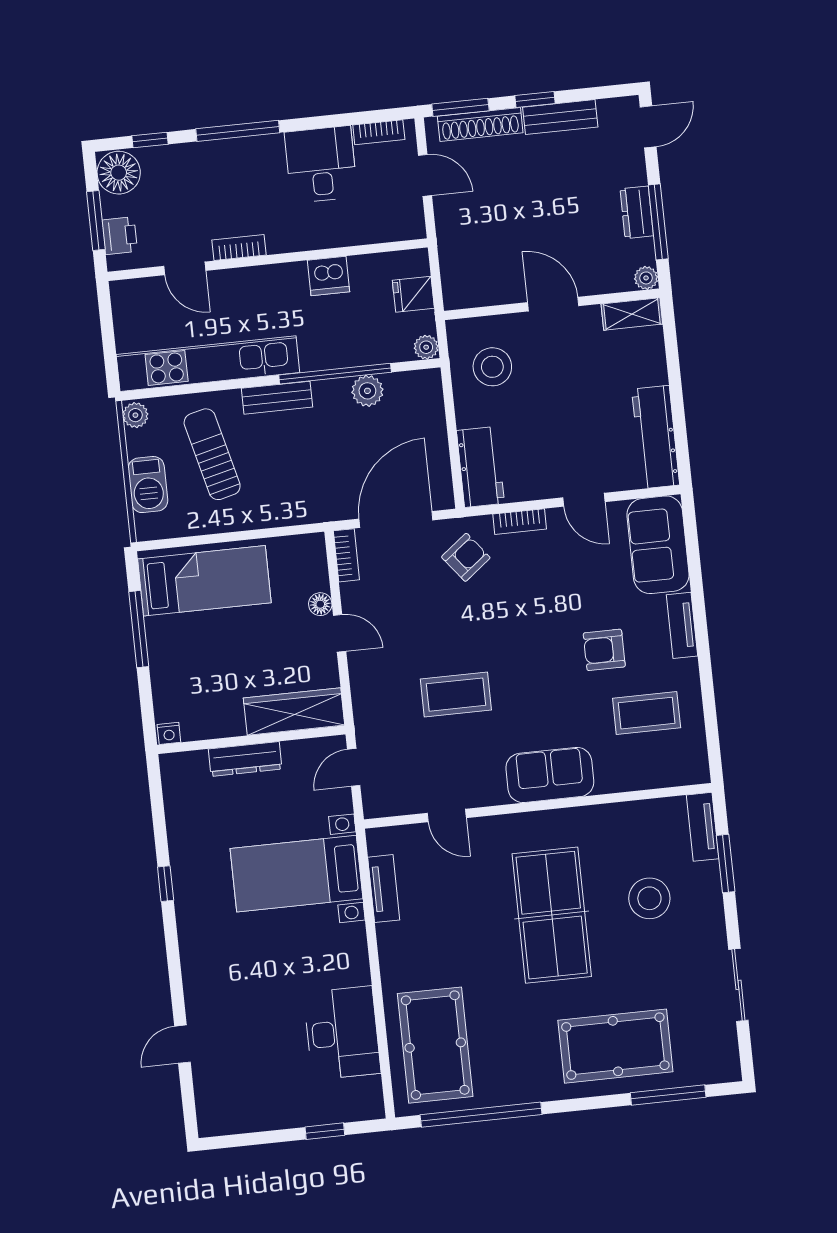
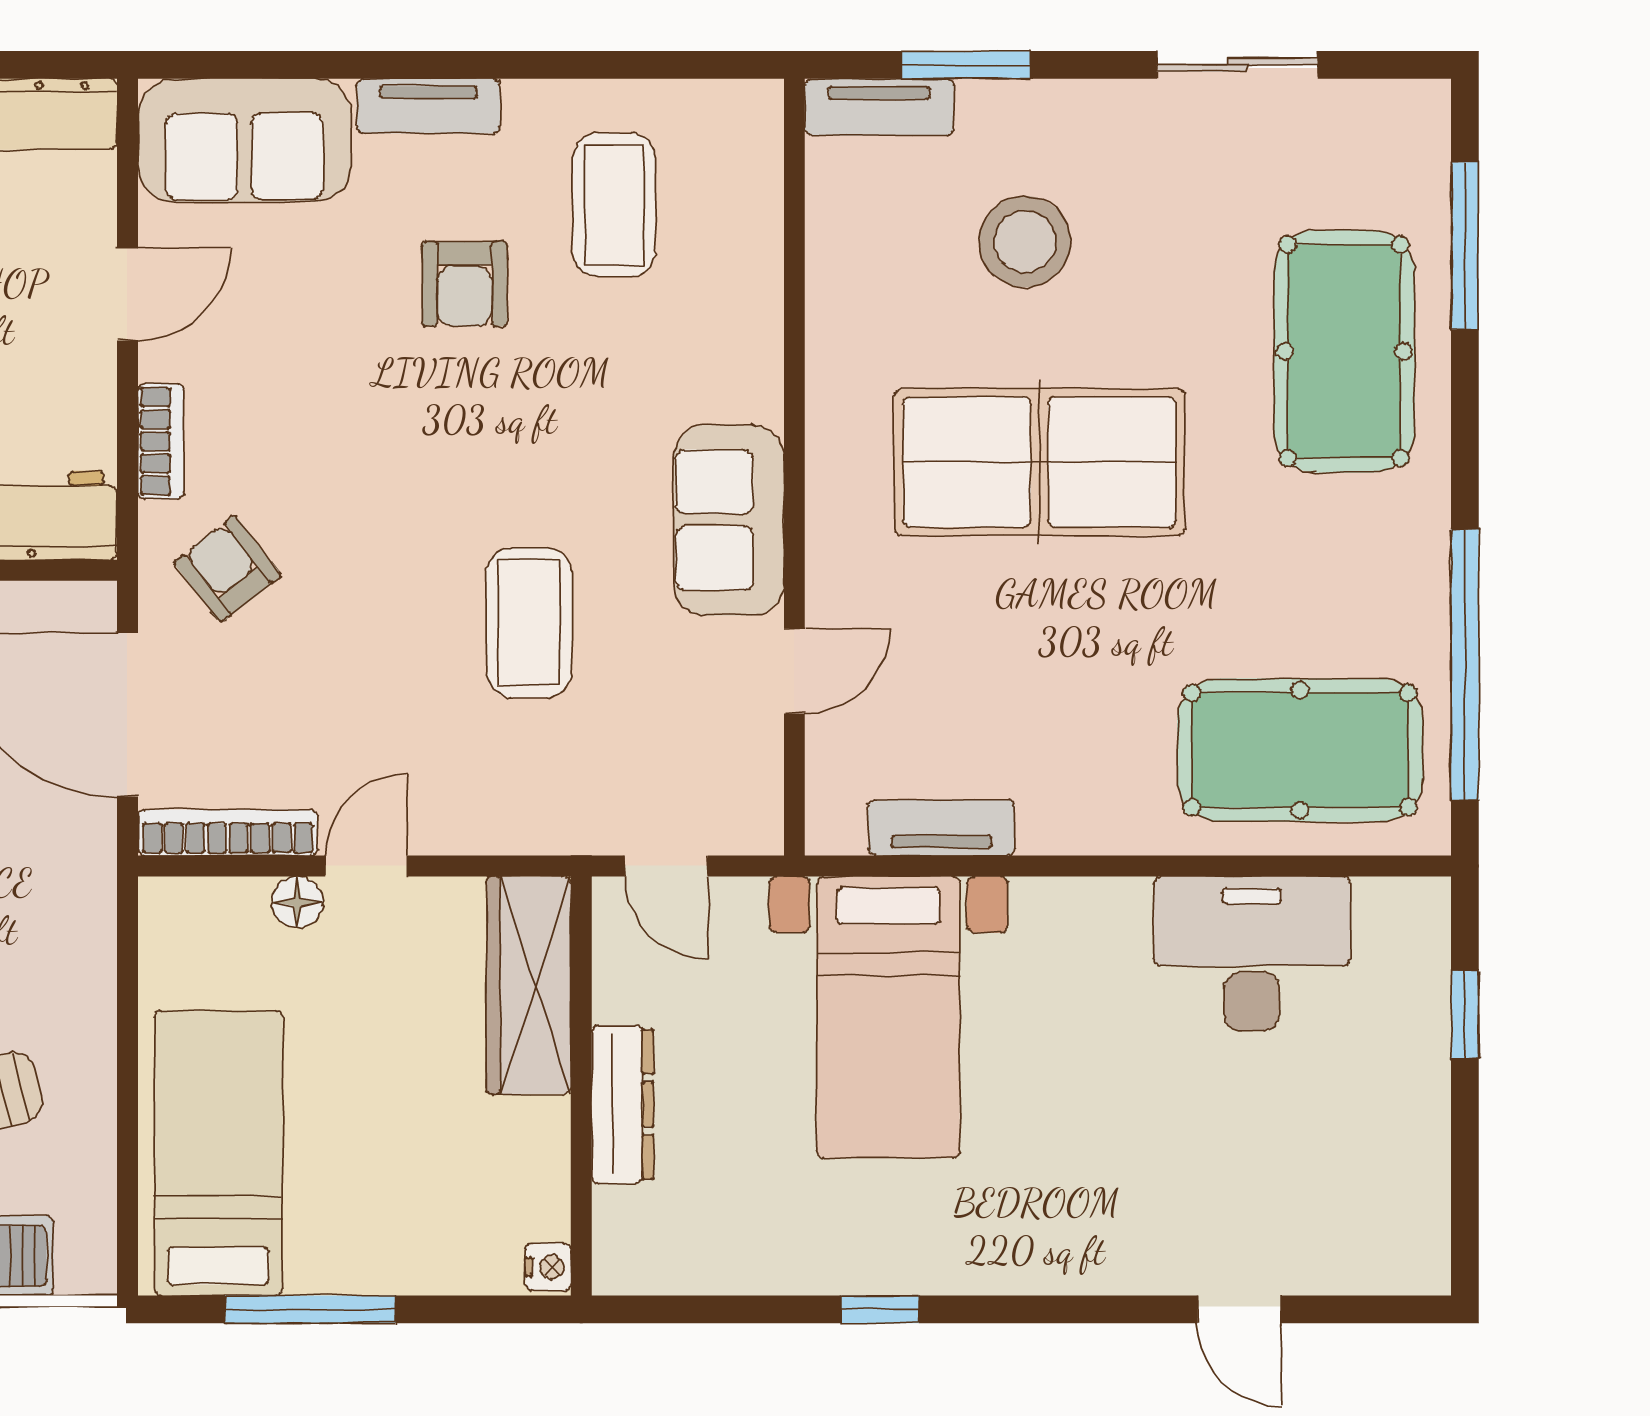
bookcase: (346, 555) -> (228, 833), width x1.56
sofa: (550, 775) -> (729, 520), moved

